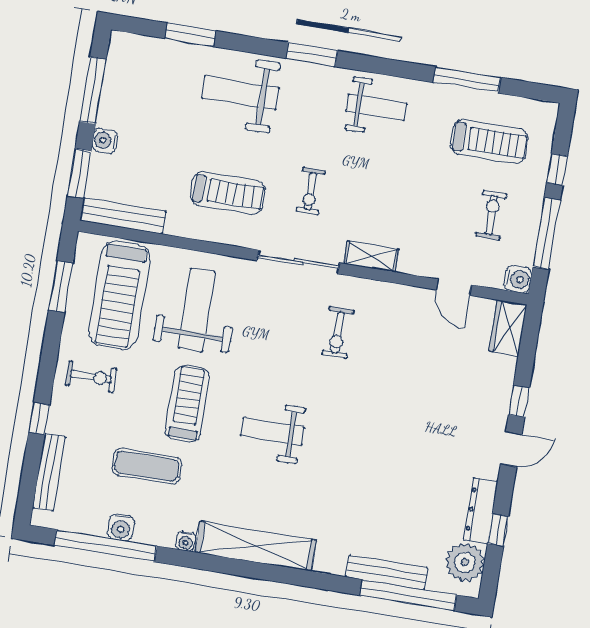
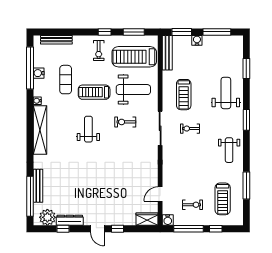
shelving: (371, 257) -> (167, 158), removed
exercise bike: (338, 333) -> (125, 122), moved
treadmill: (187, 404) -> (94, 92), turned 180
window: (39, 419) -> (105, 32), moved

